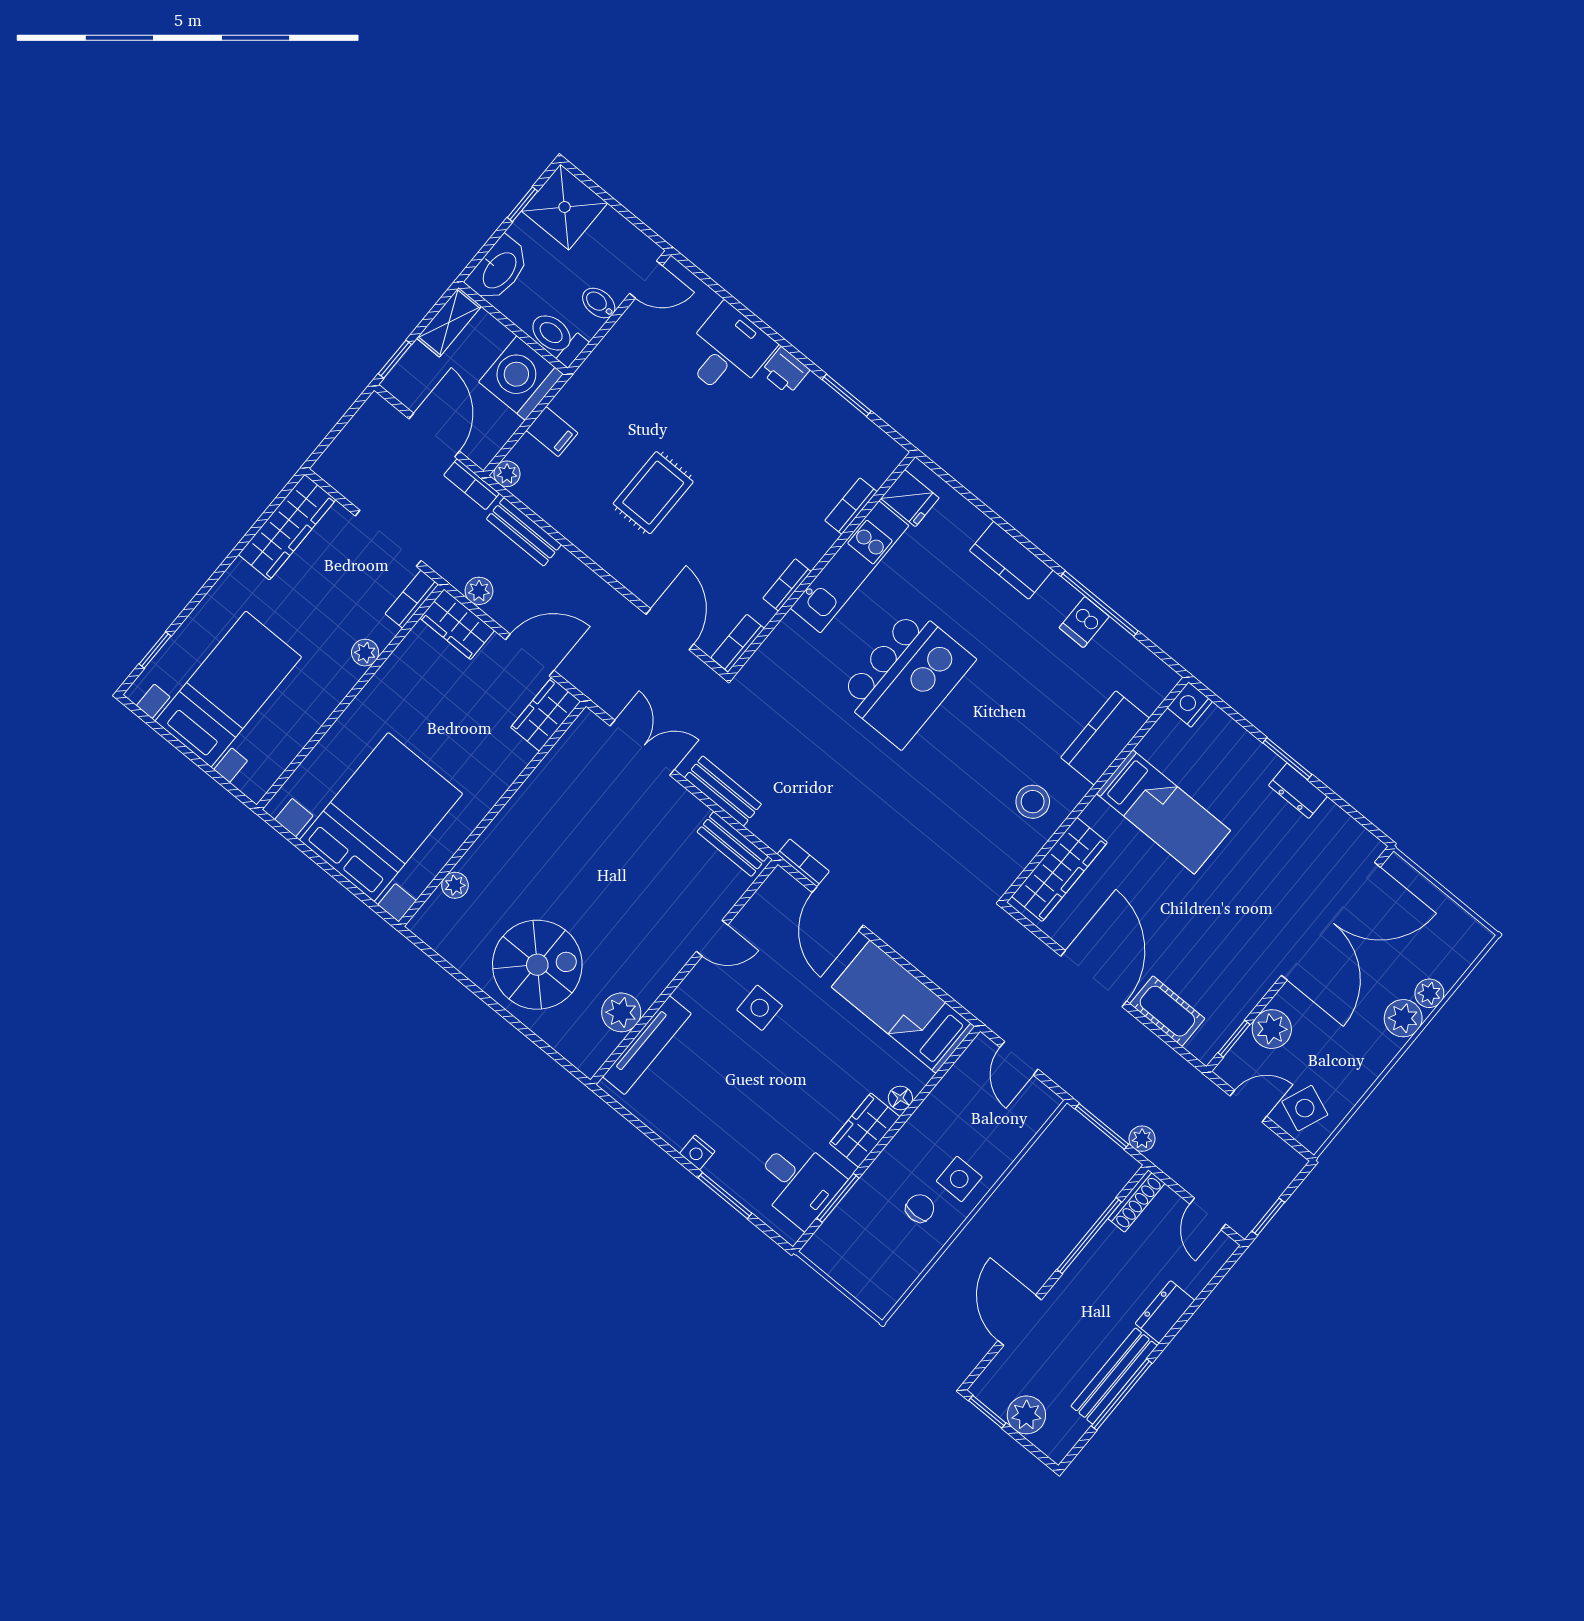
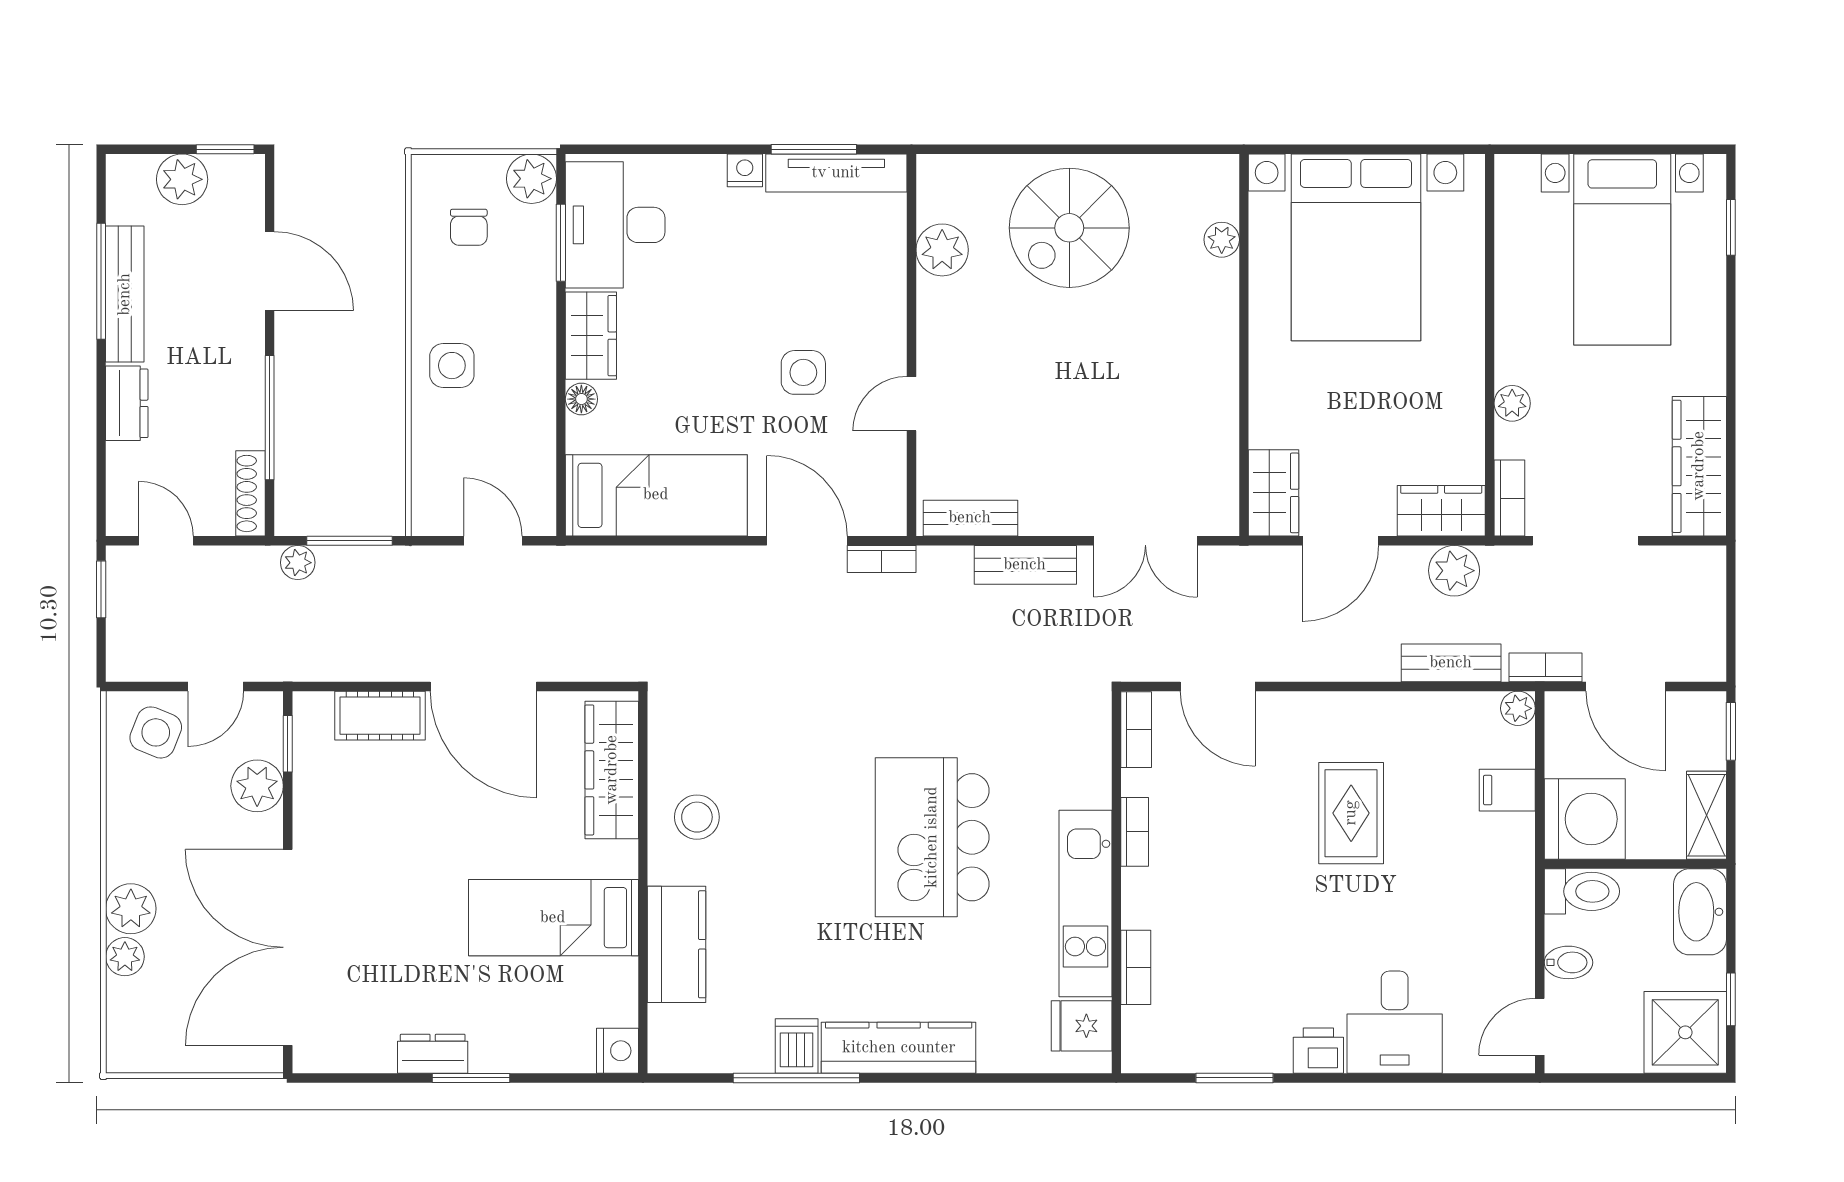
kitchen counter: (1011, 560) -> (899, 1048), width x1.50
plant: (479, 591) -> (1454, 571), width x1.38, depth x1.38
tv unit: (647, 1045) -> (836, 173), moved, turned -90
desk: (798, 1182) -> (615, 225), width x1.37
window: (725, 1196) -> (814, 149), moved
chair: (920, 1208) -> (469, 227), moved
plant: (824, 1249) -> (532, 179), added

